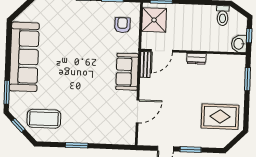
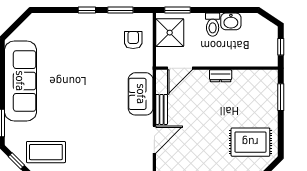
toilet: (223, 16) -> (213, 25), moved
washbasin: (239, 44) -> (231, 21), moved, turned -90
bench: (145, 64) -> (162, 109), moved

